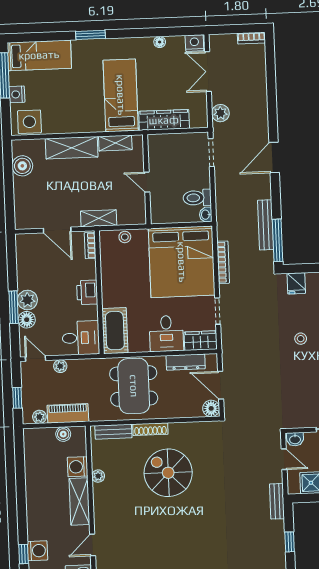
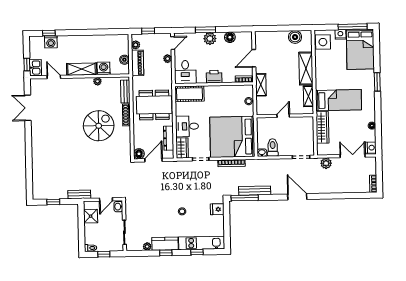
bed: (39, 55) -> (360, 49), width x1.50
floor lamp: (27, 320) -> (230, 37), moved

